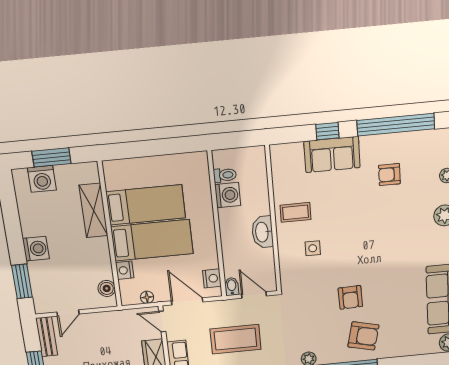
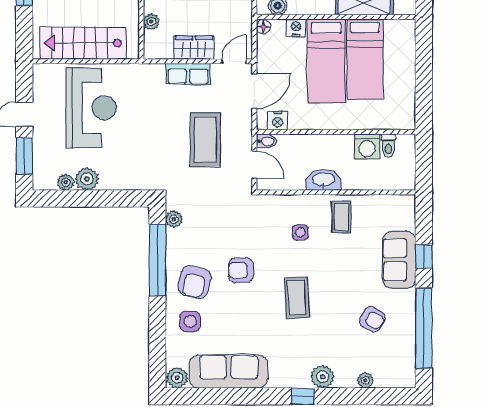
armchair: (389, 175) -> (372, 319), turned 119
coffee table: (373, 246) -> (297, 298), added
door: (254, 295) -> (254, 165), hinge flipped
floor lamp: (147, 297) -> (263, 27), moved
side table: (399, 336) -> (190, 321), added

